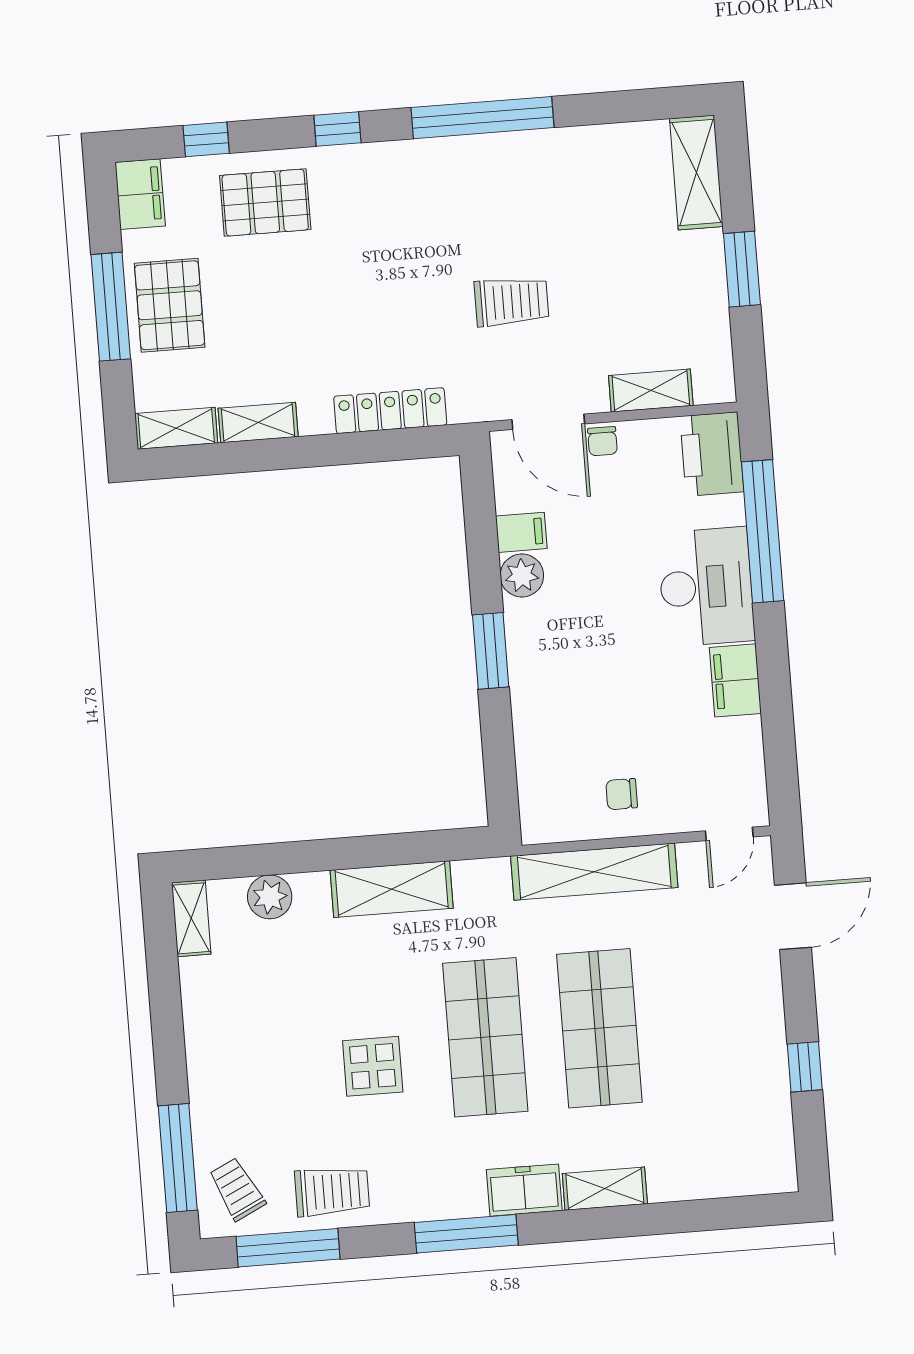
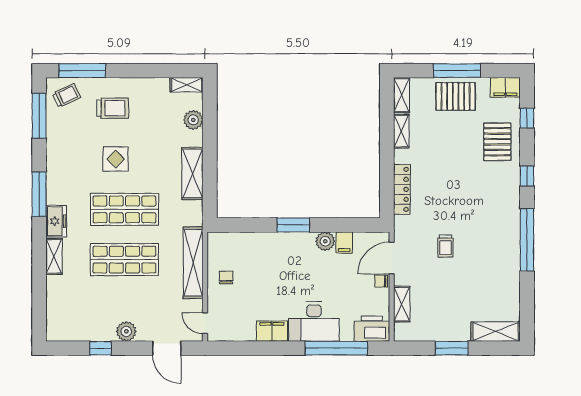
trolley: (511, 302) -> (445, 246), width x0.73, depth x0.72
plant: (762, 1011) -> (126, 331), added
trolley: (332, 1191) -> (113, 108), moved, turned -90

